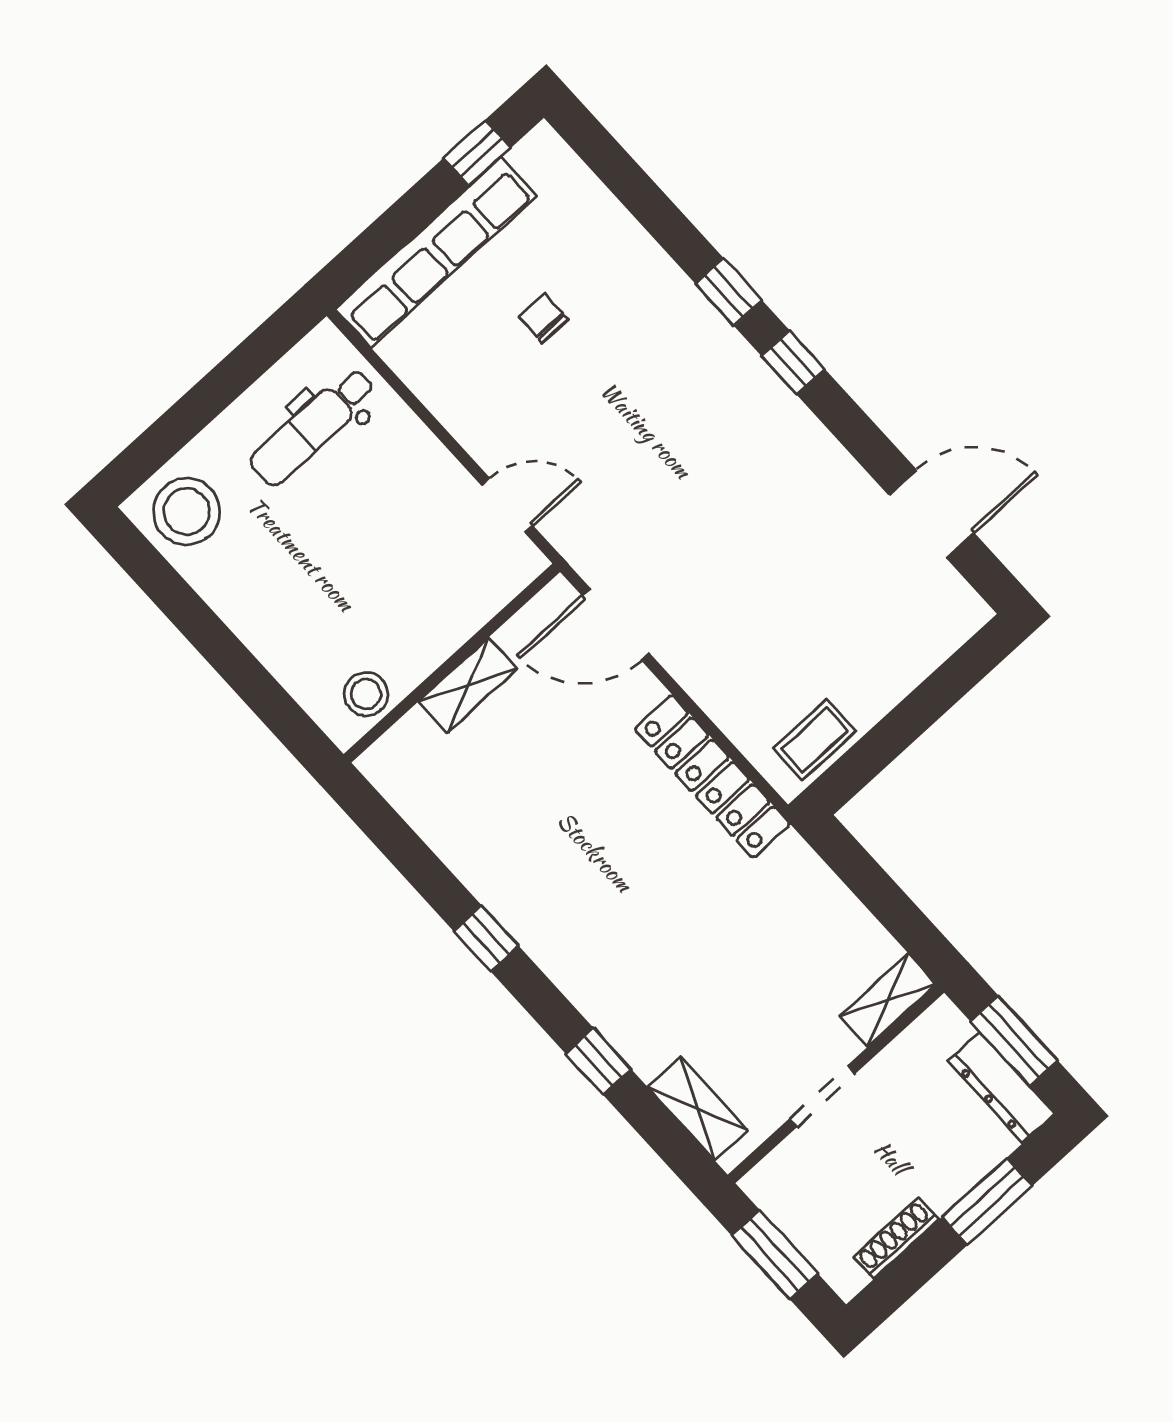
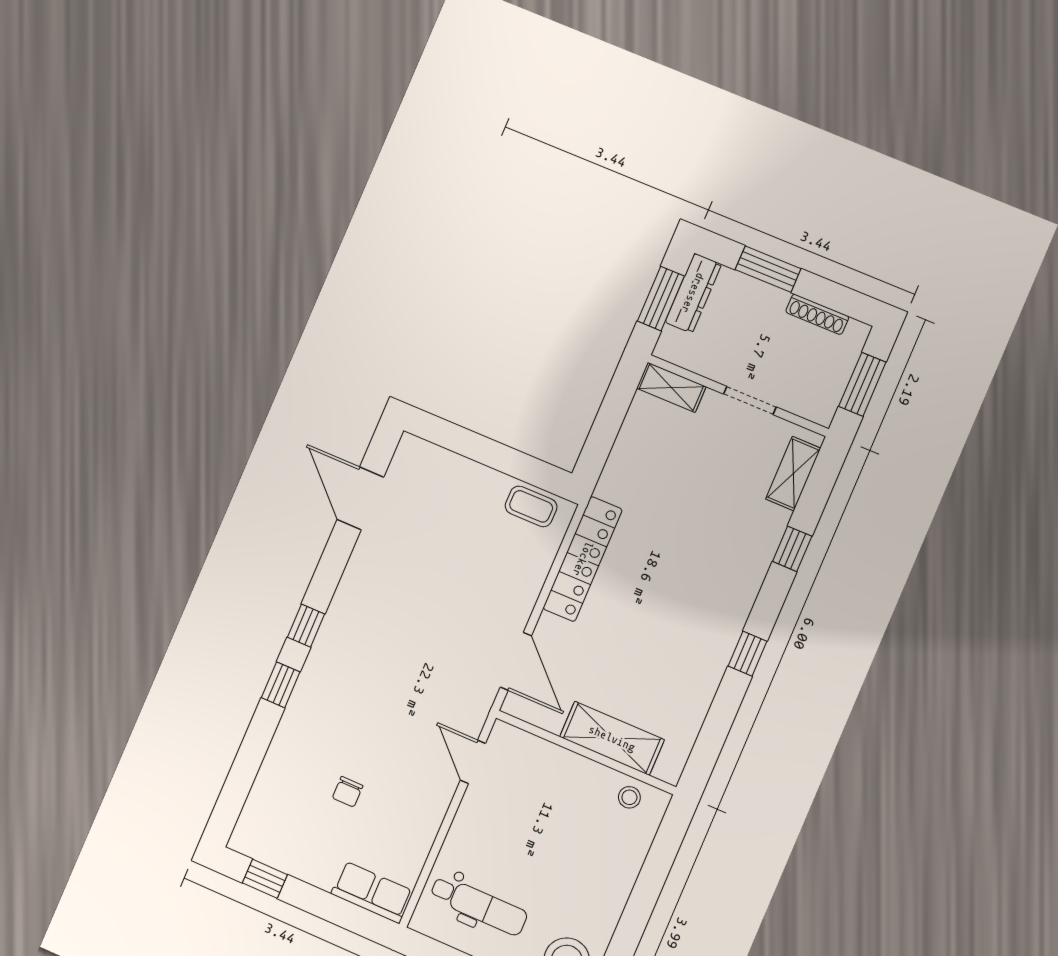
row of seats: (436, 252) -> (372, 892), width x0.50
shelving: (468, 685) -> (612, 738), width x1.50, depth x1.33
stool: (366, 694) -> (629, 797), width x0.73, depth x0.73

